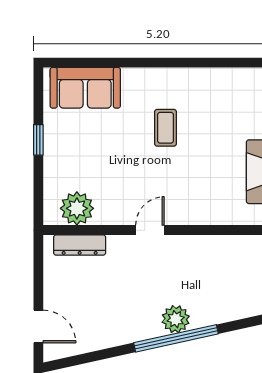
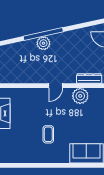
plant: (77, 208) -> (80, 96), moved

